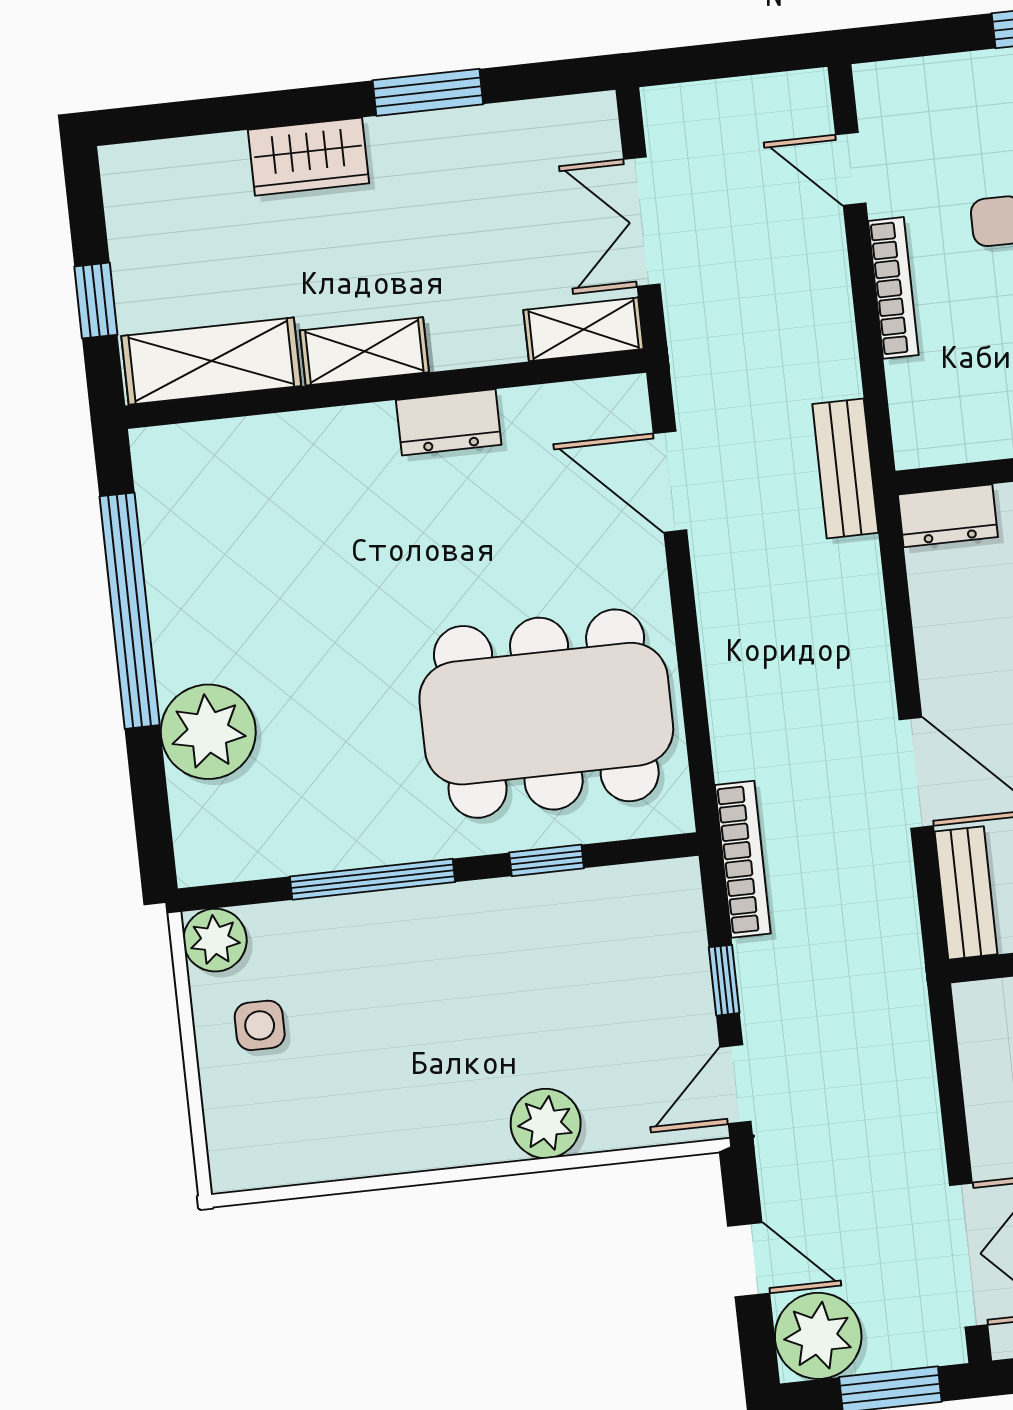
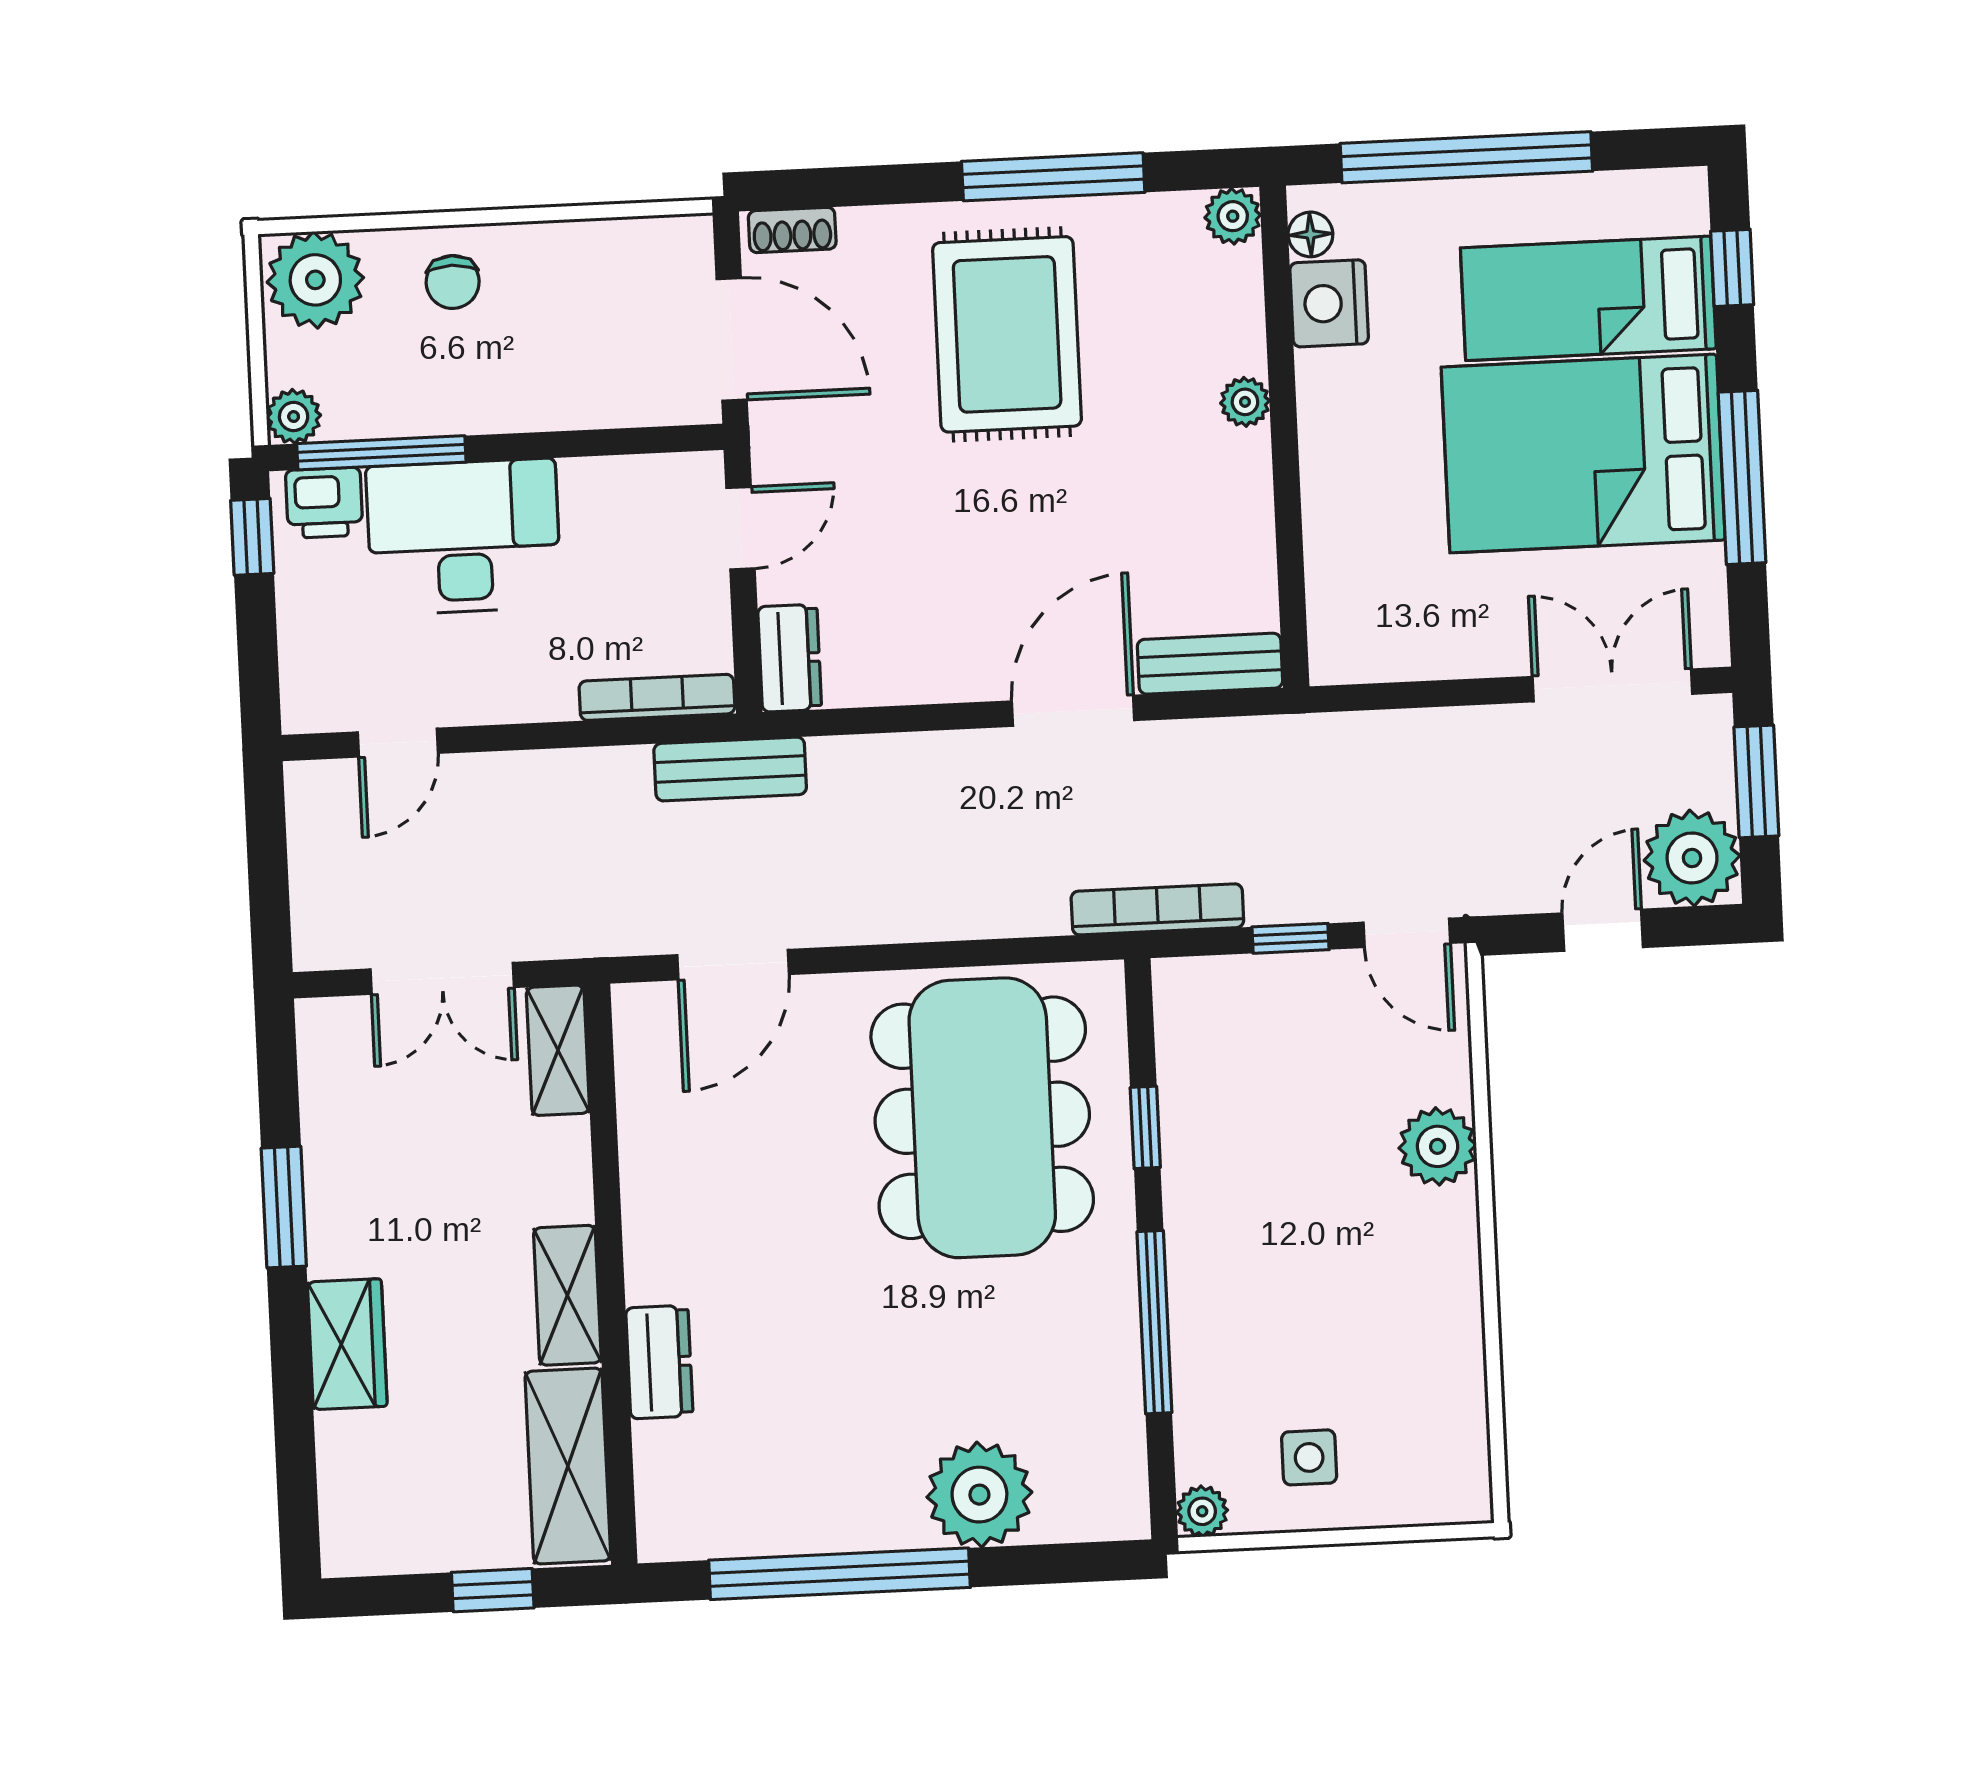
bookcase: (893, 288) -> (657, 697), moved
dresser: (449, 422) -> (659, 1362), moved
plant: (215, 940) -> (1202, 1511), width x0.73, depth x0.73

